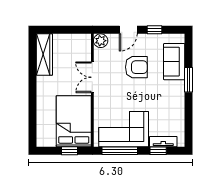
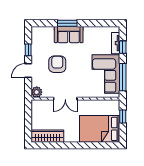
door: (128, 30) -> (28, 70), swing flipped
sofa: (174, 62) -> (69, 35), moved
bed: (74, 121) -> (100, 129), moved

